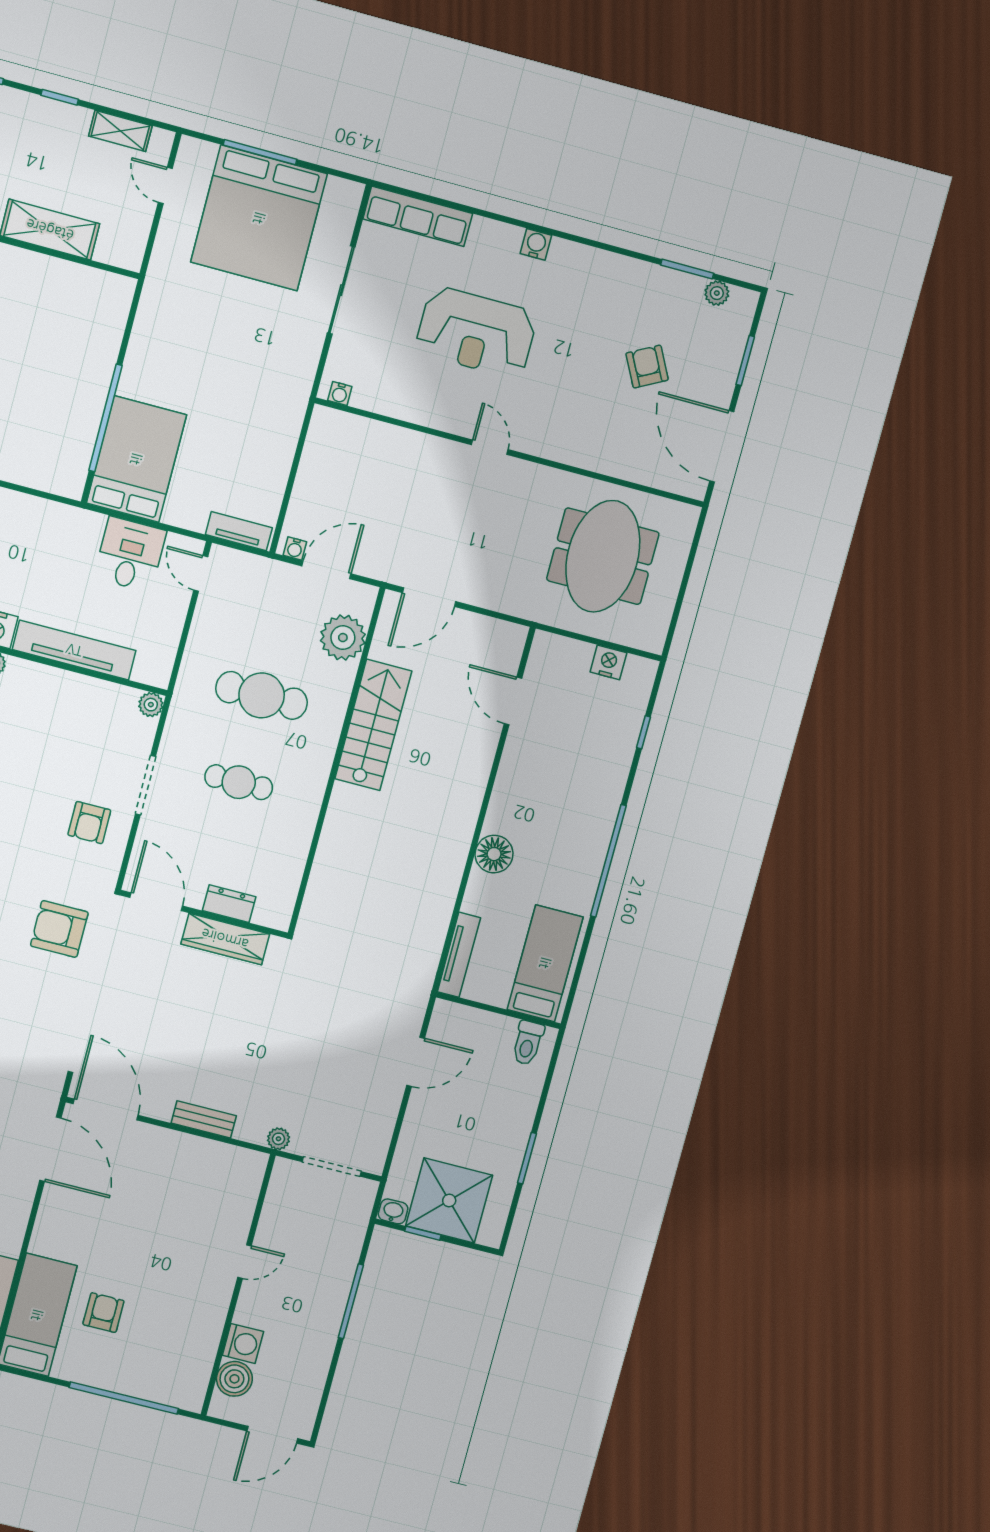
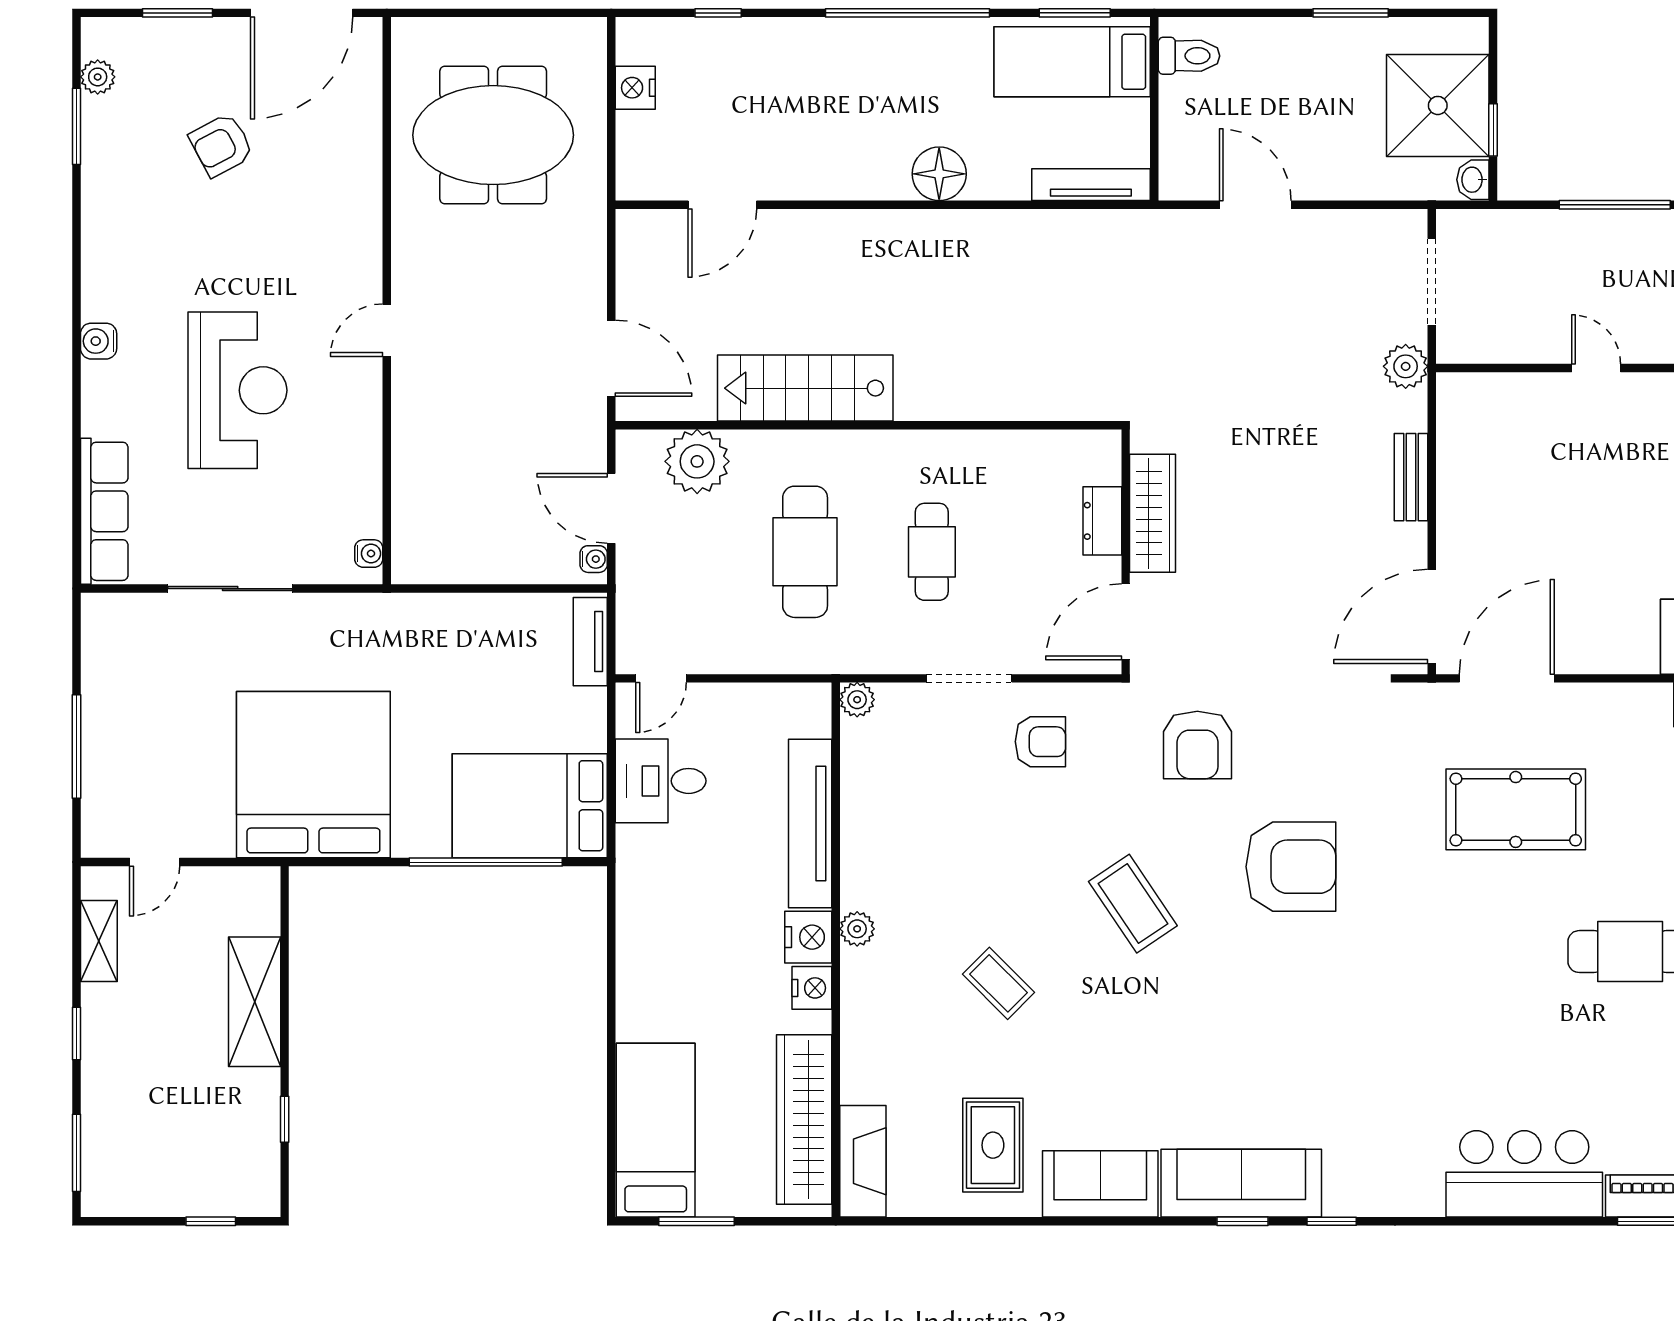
bed: (259, 218) -> (313, 775), moved, turned -90
window: (577, 974) -> (1075, 13), added
plant: (278, 1139) -> (1406, 366), width x1.38, depth x1.38

